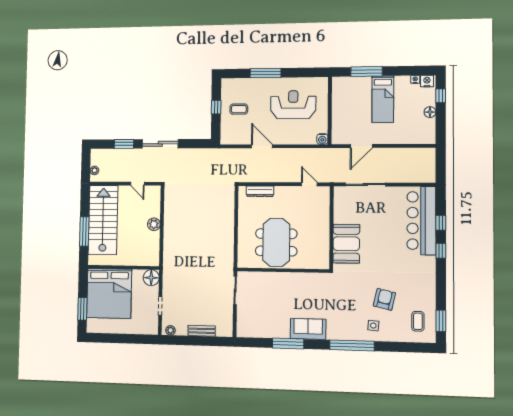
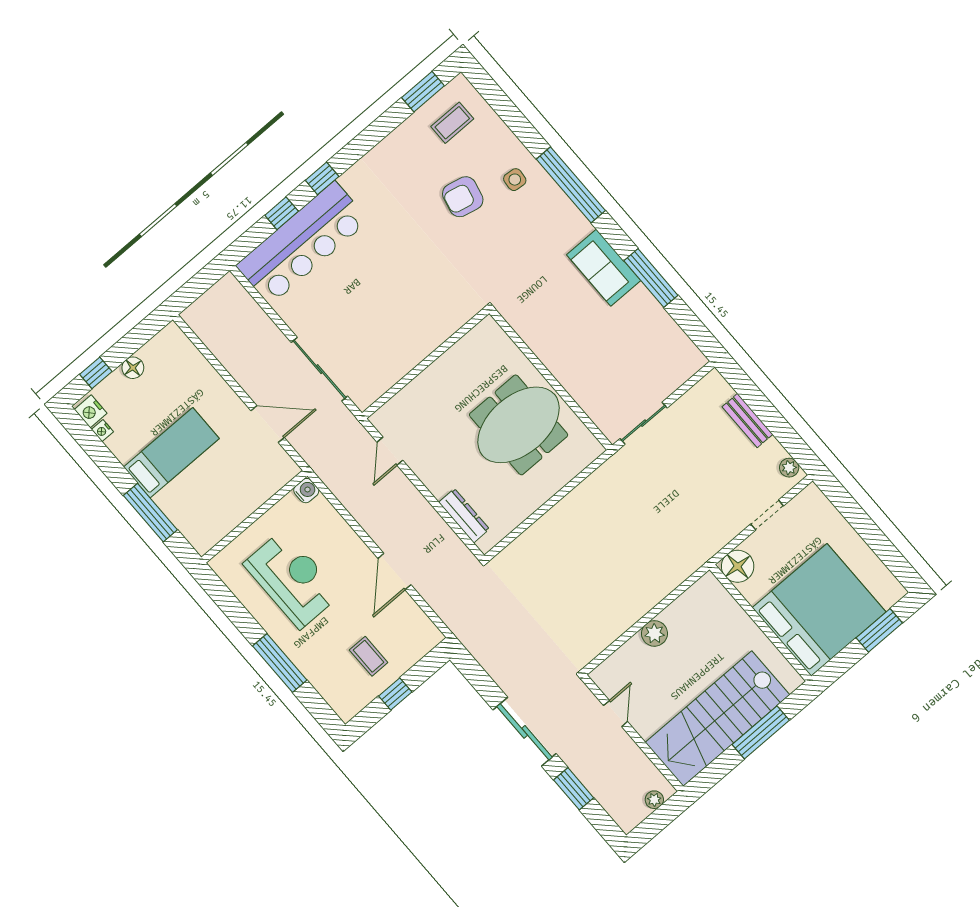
reception desk: (293, 105) -> (292, 579), turned 180
booth: (346, 244) -> (430, 321), removed

